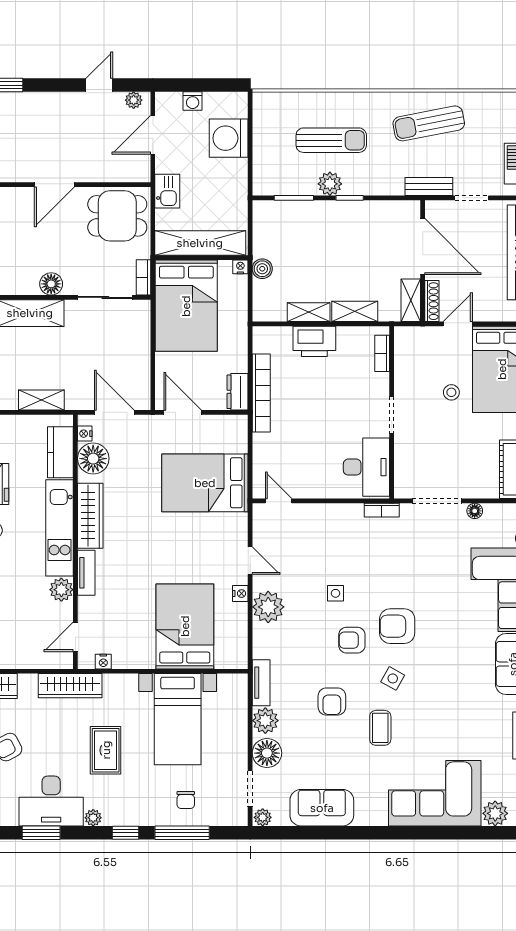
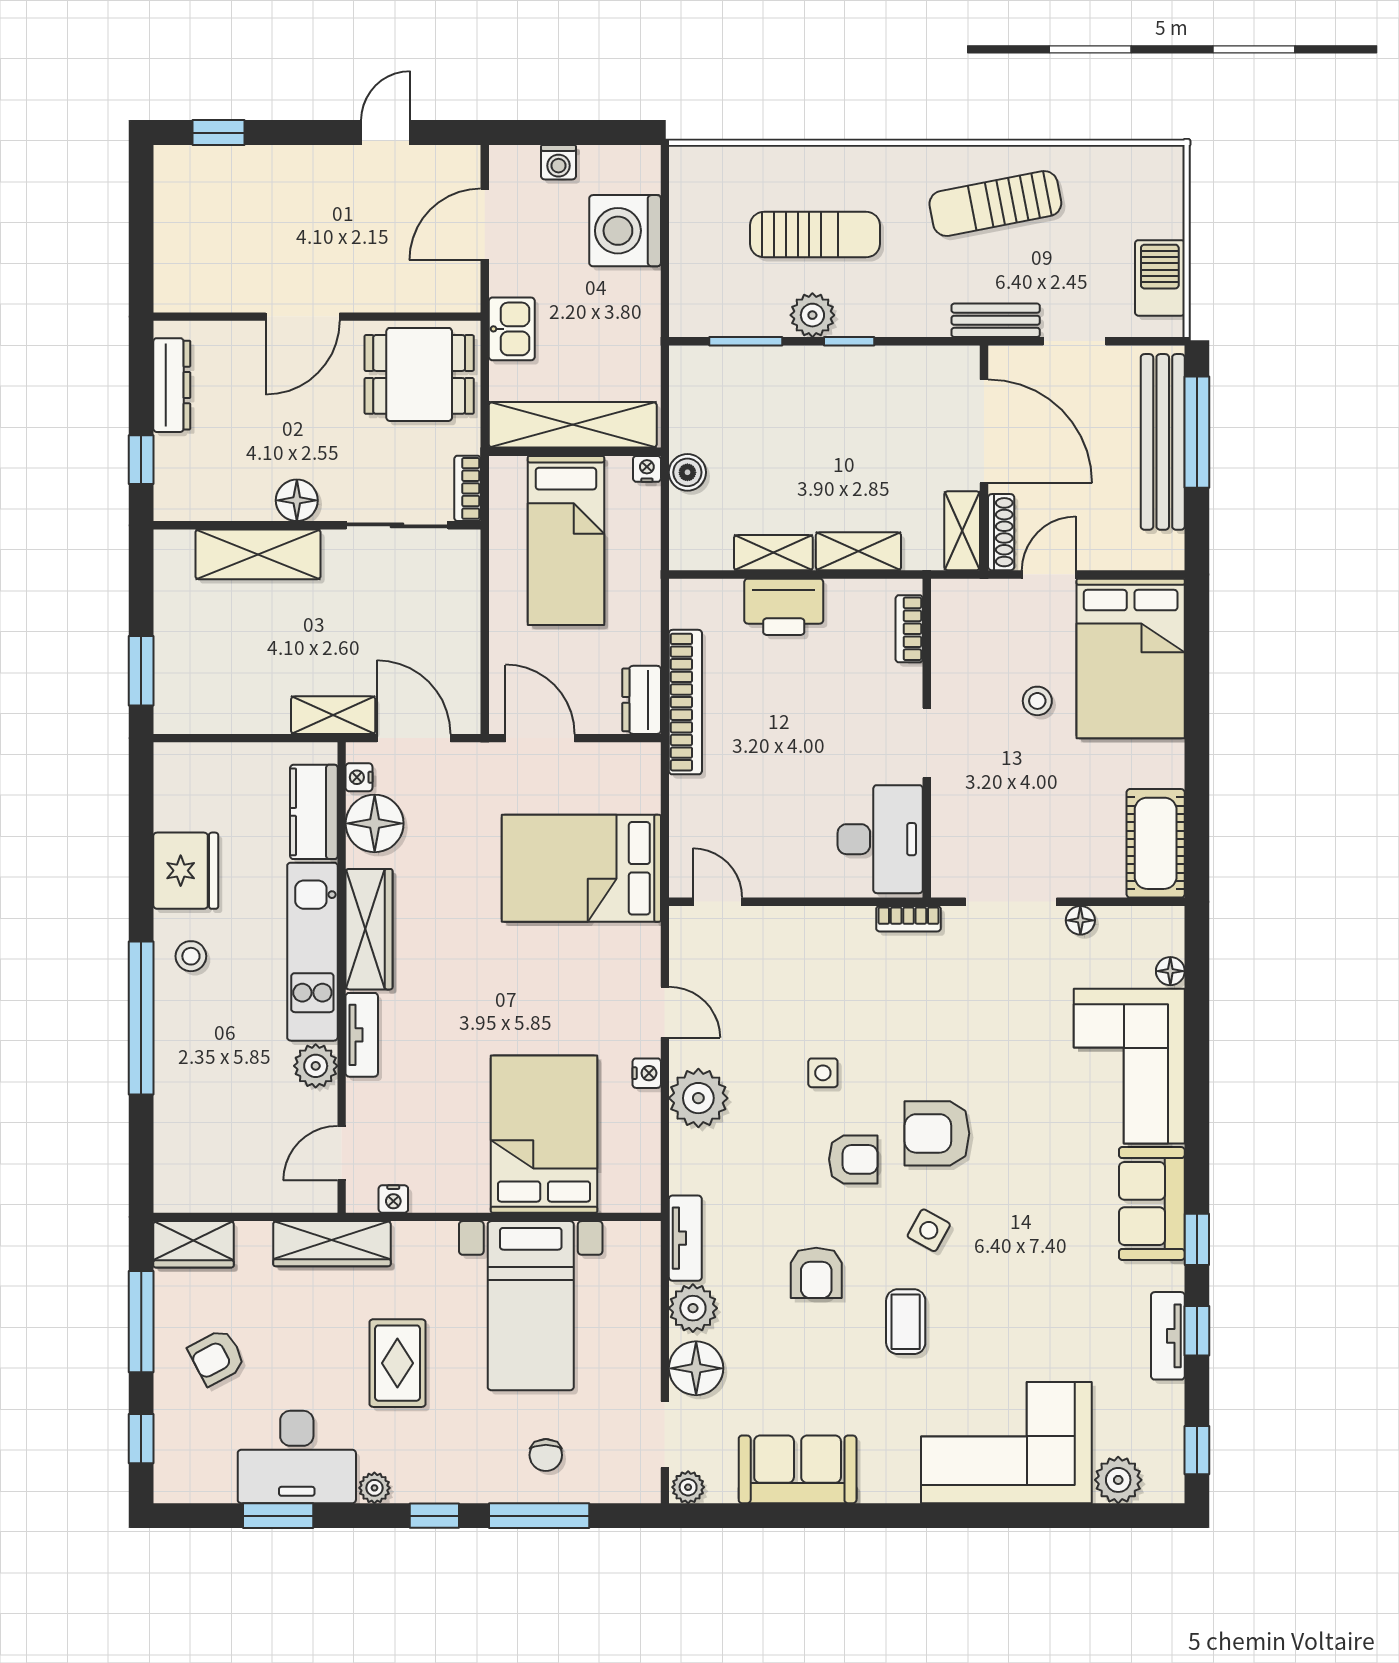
plant: (134, 100) -> (449, 160), removed
bed: (186, 306) -> (566, 540), width x0.67
shelving: (41, 400) -> (333, 715), moved
armchair: (352, 640) -> (853, 1159), turned 180

